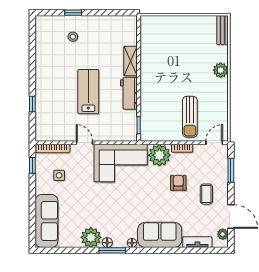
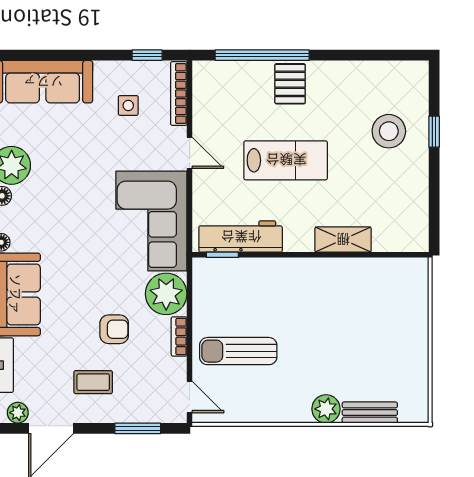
bench: (223, 30) -> (370, 413), moved
stool: (73, 37) -> (389, 131), width x1.89, depth x1.89
pallet: (48, 89) -> (290, 84), added
workbench: (129, 93) -> (241, 237), moved, width x1.38
window: (32, 104) -> (262, 55), width x3.17
door: (84, 143) -> (190, 153), hinge flipped

